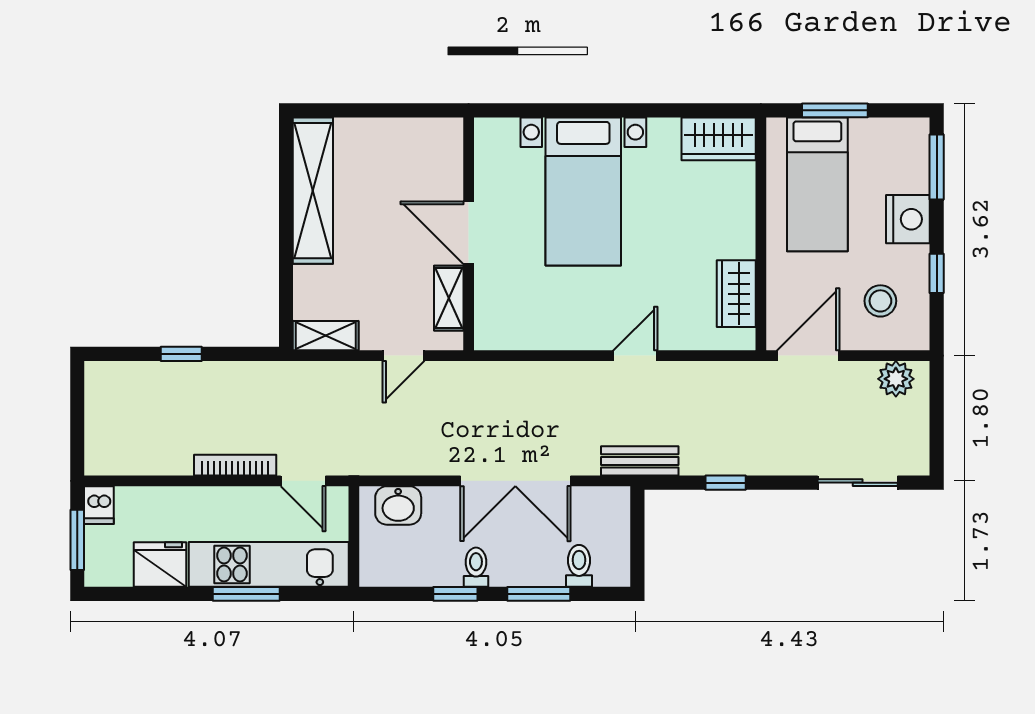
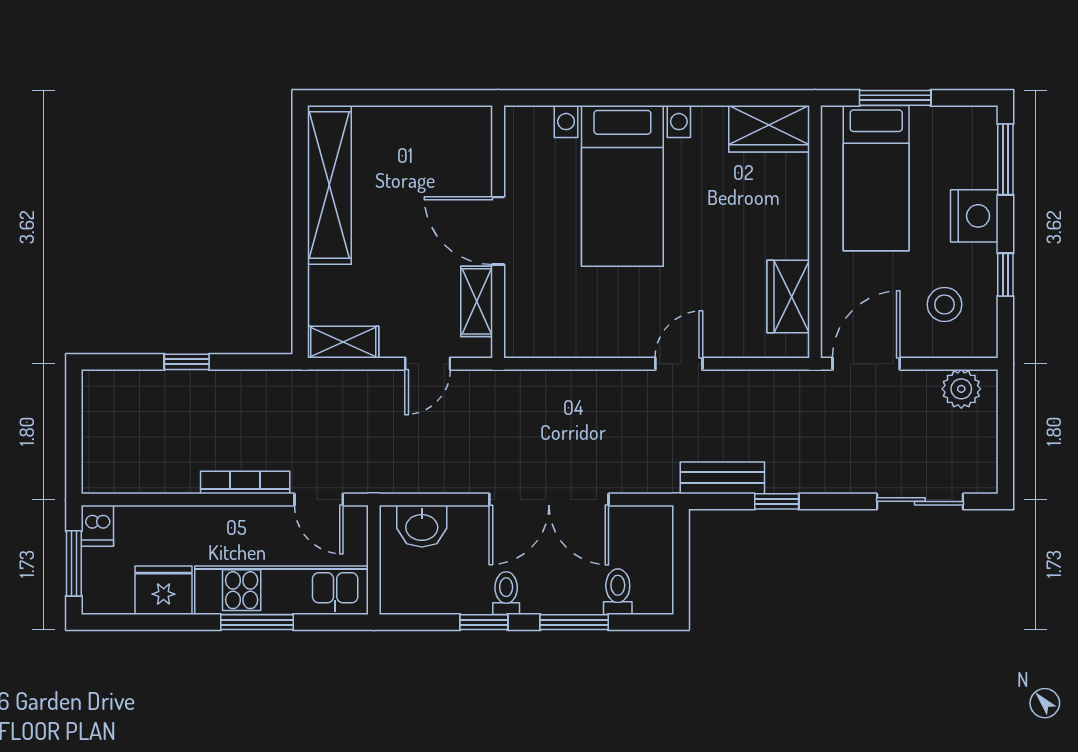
bench: (640, 461) -> (722, 478), moved

